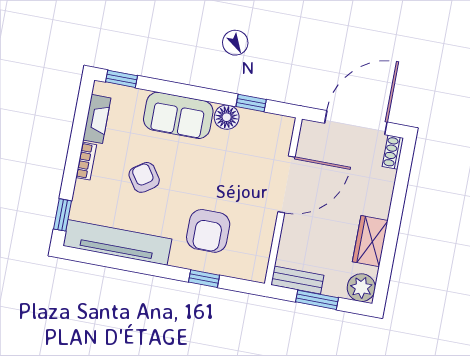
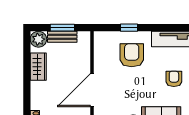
armchair: (144, 177) -> (174, 79), turned -146
bench: (297, 280) -> (62, 37), moved

